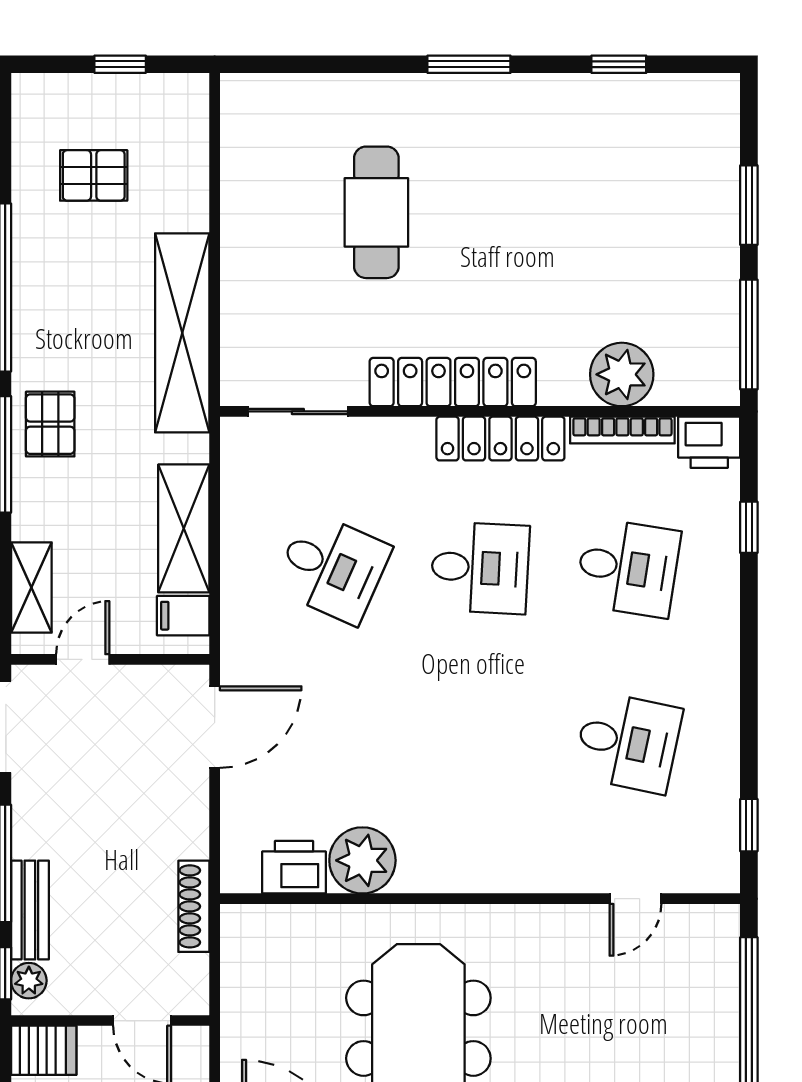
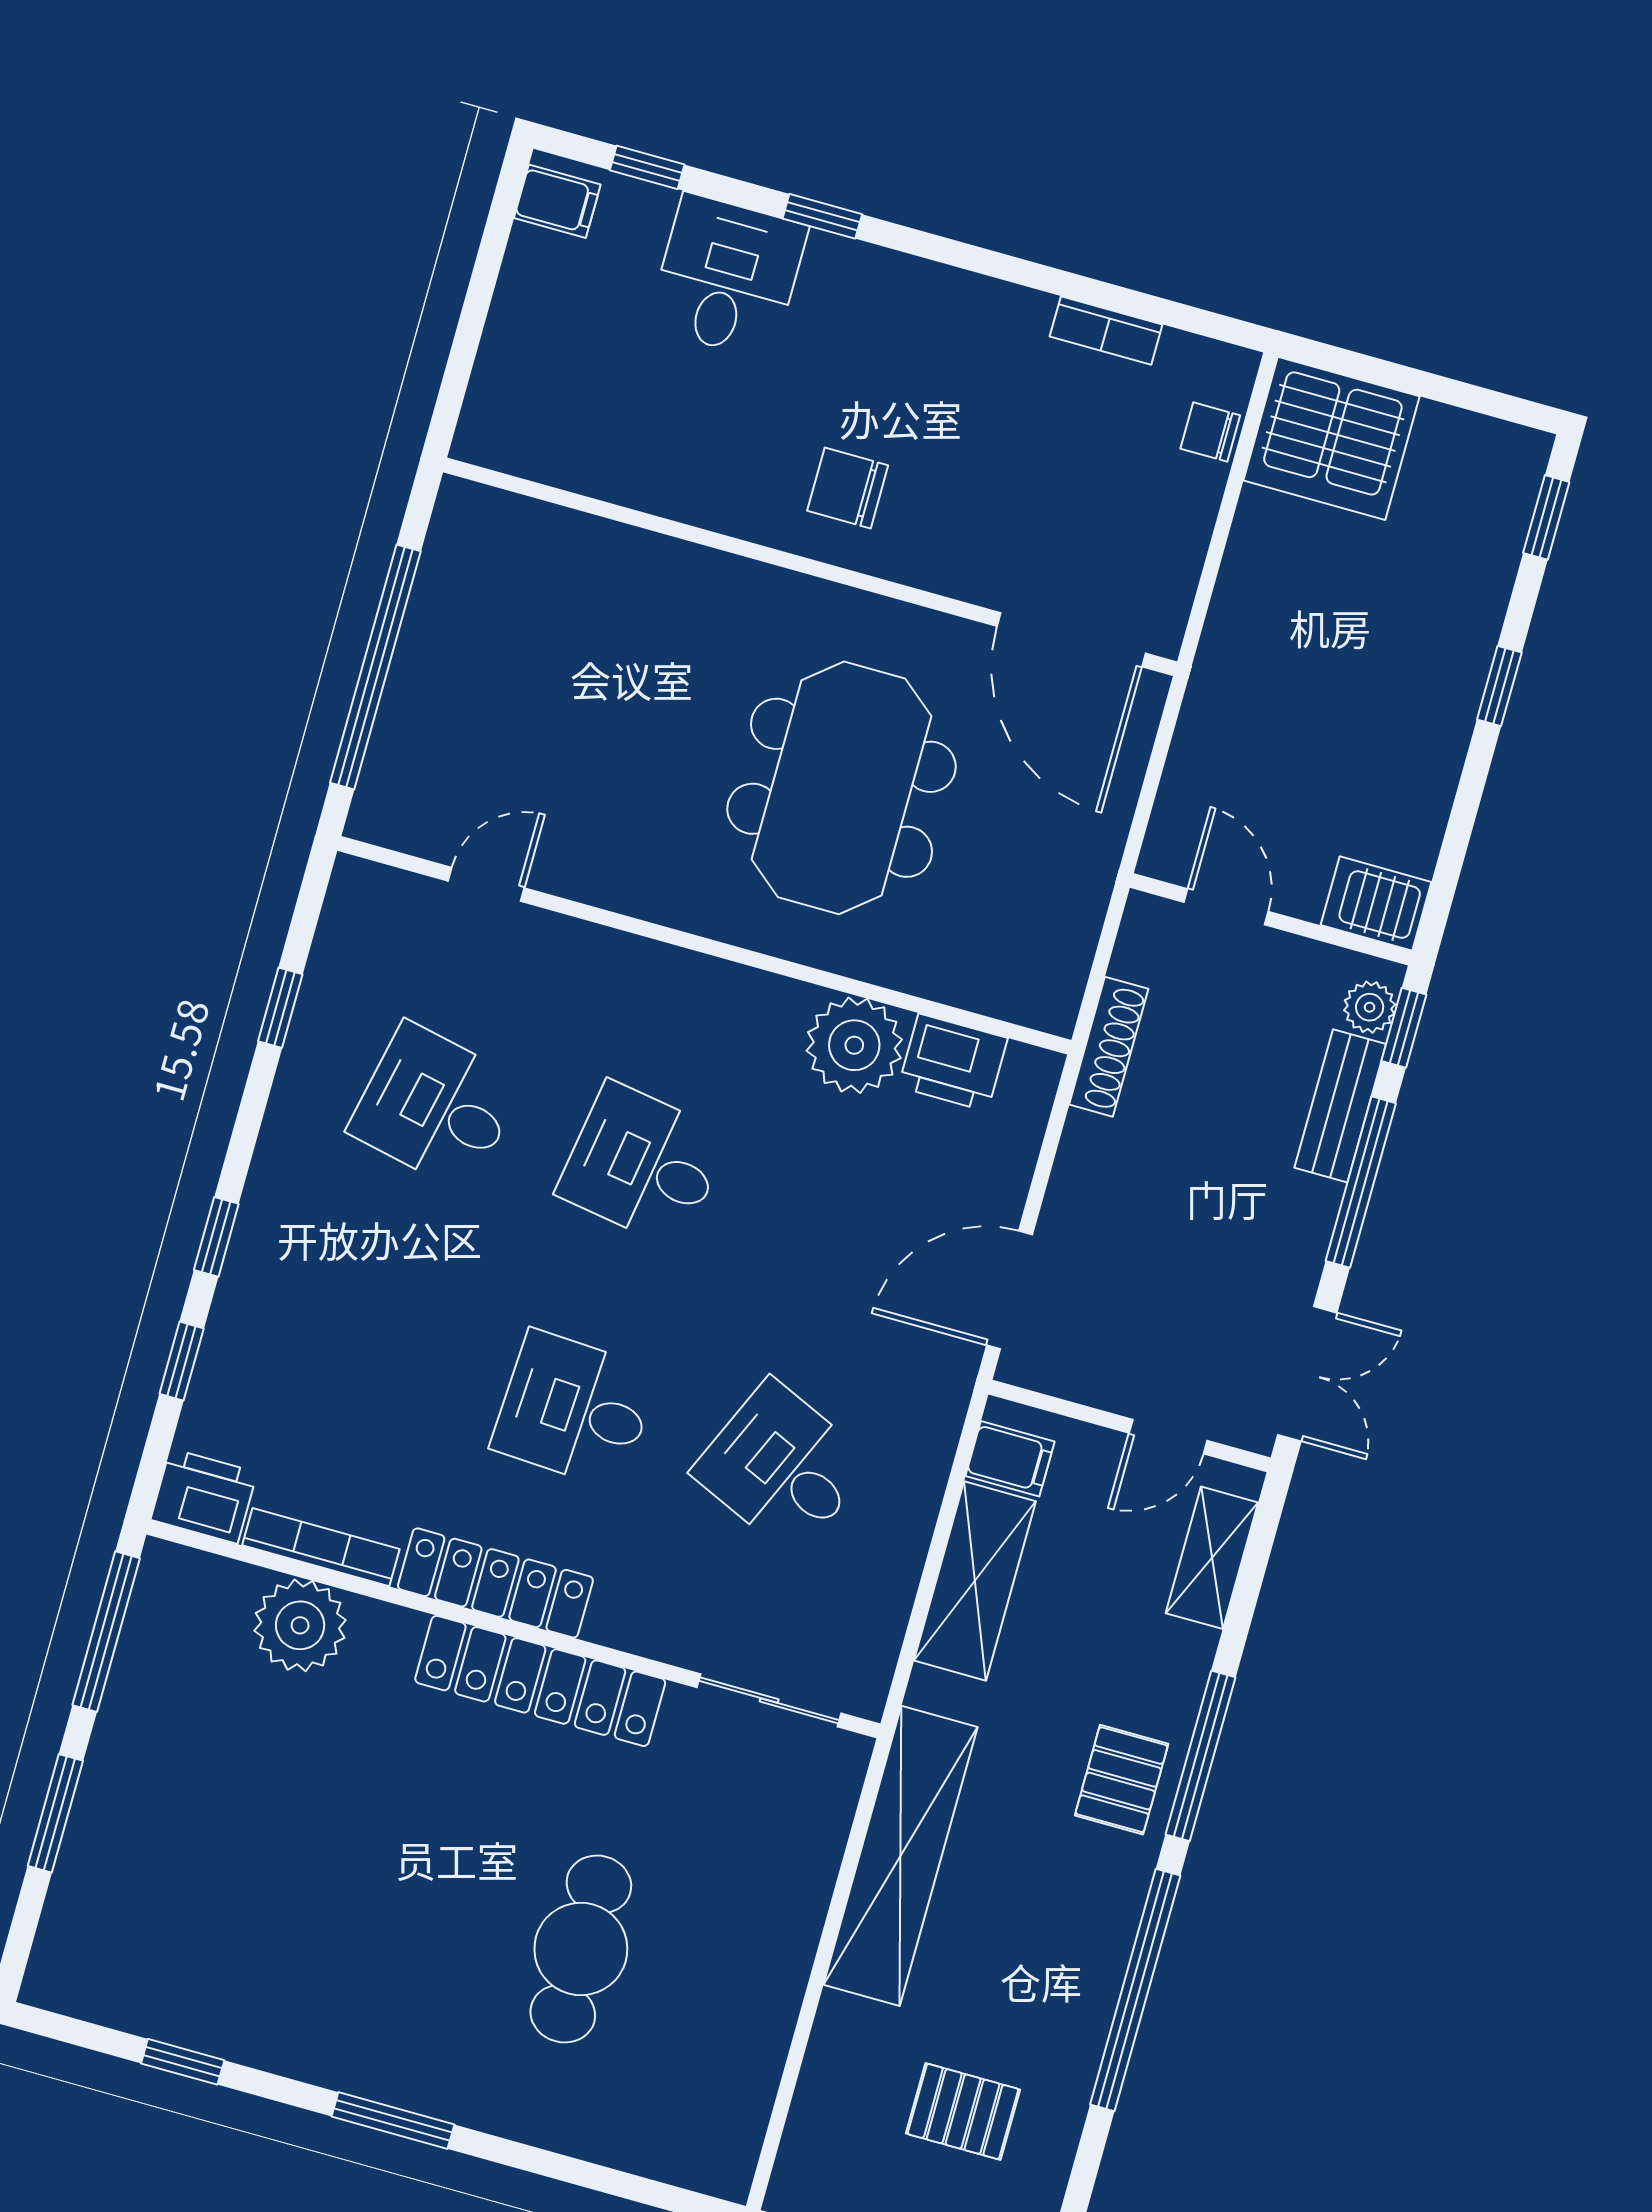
desk: (628, 568) -> (643, 1165), moved
window: (749, 616) -> (216, 1237), added
window: (749, 825) -> (280, 1008), moved

